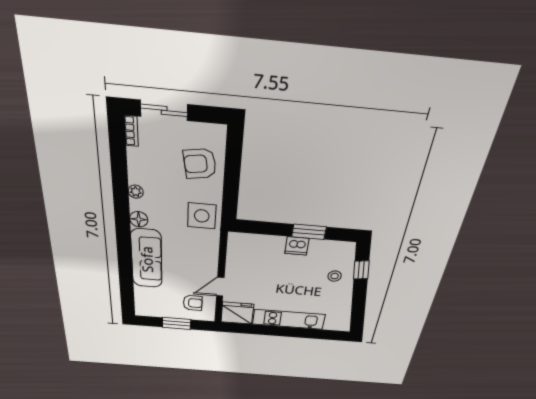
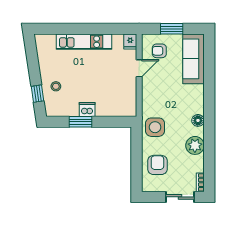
armchair: (200, 164) -> (157, 165), turned -81
plant: (136, 192) -> (195, 145), width x1.88, depth x1.88
sofa: (147, 259) -> (193, 59), moved
fridge: (237, 313) -> (130, 41), width x0.53, depth x0.75

